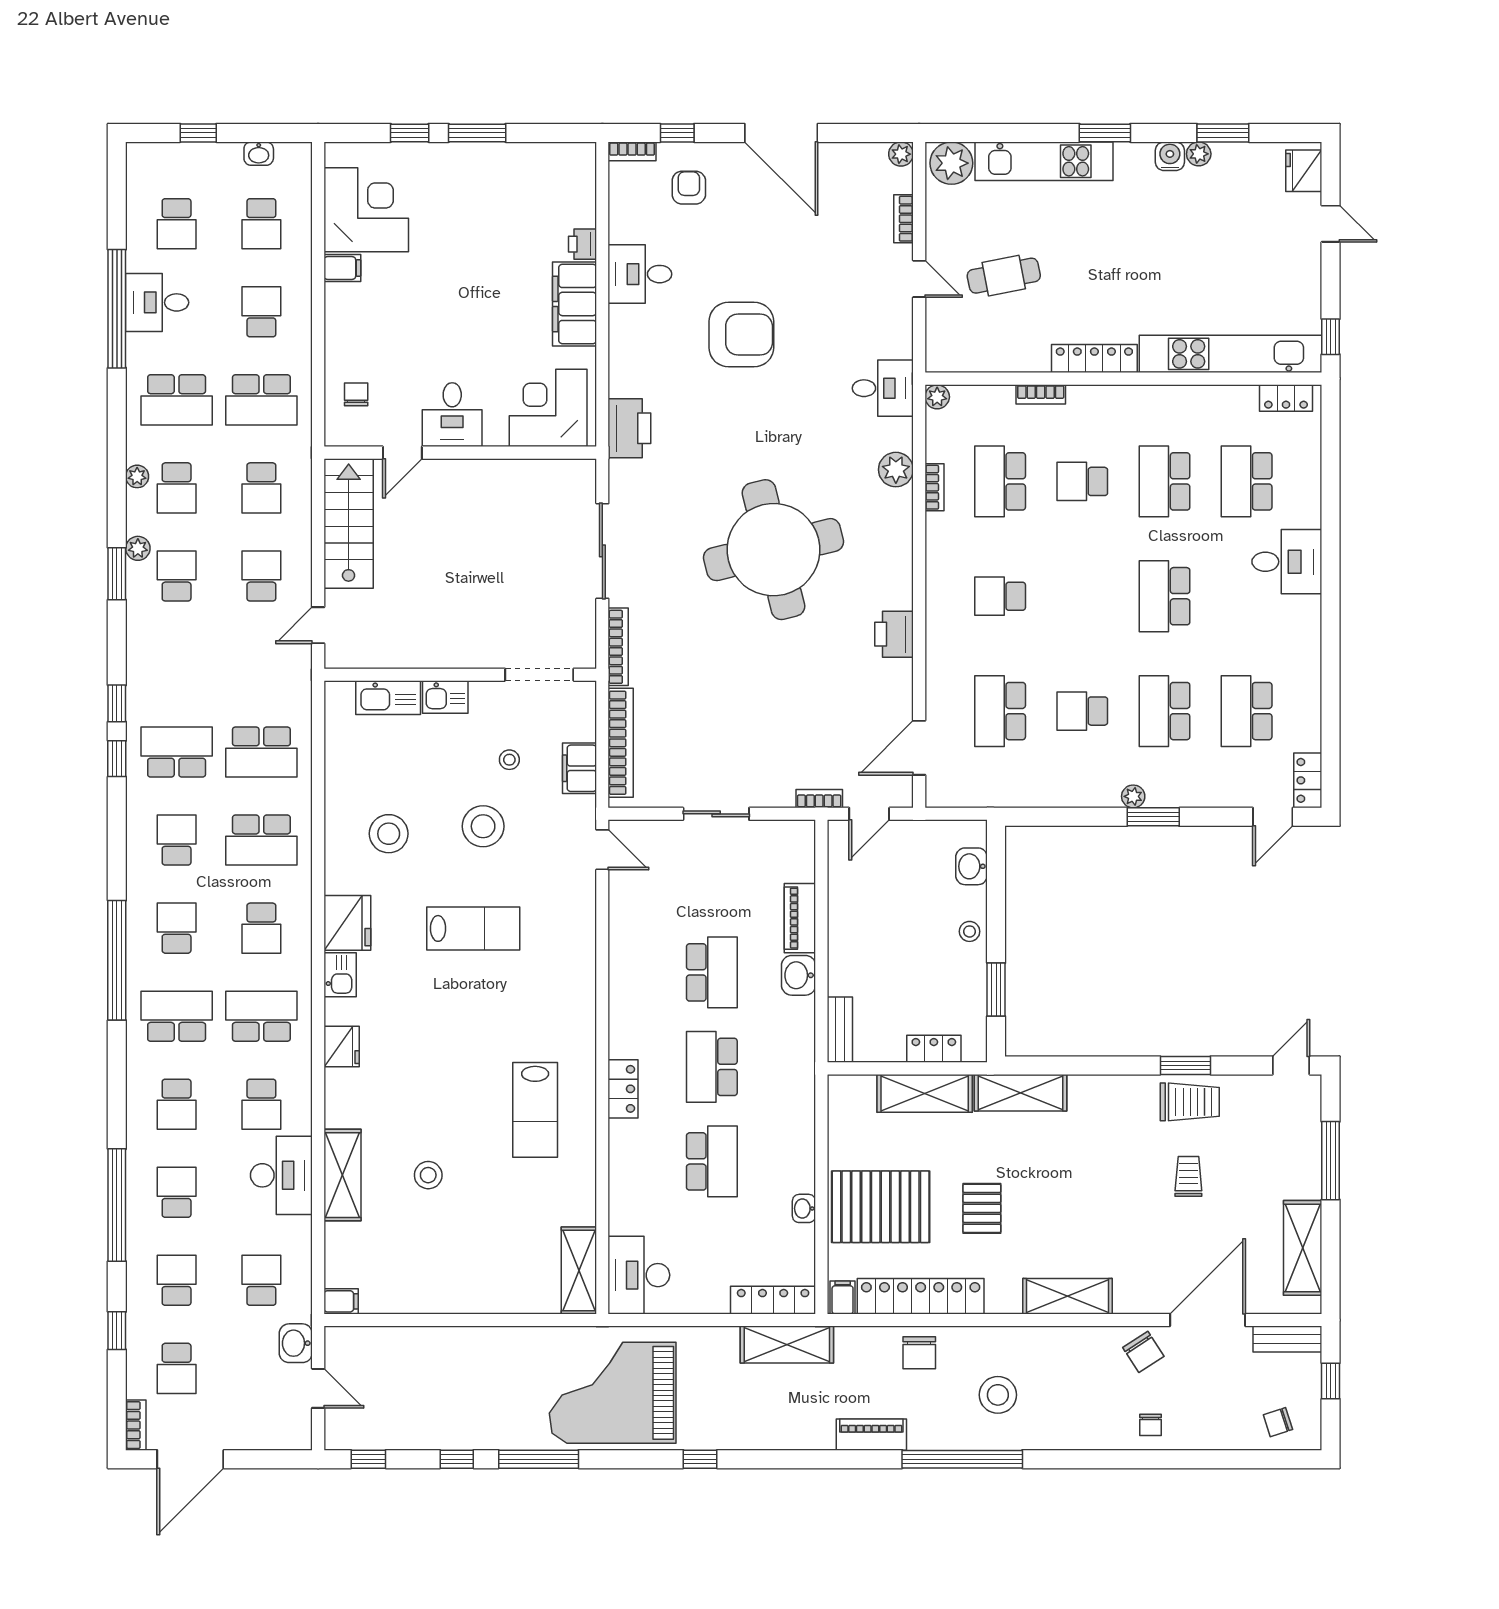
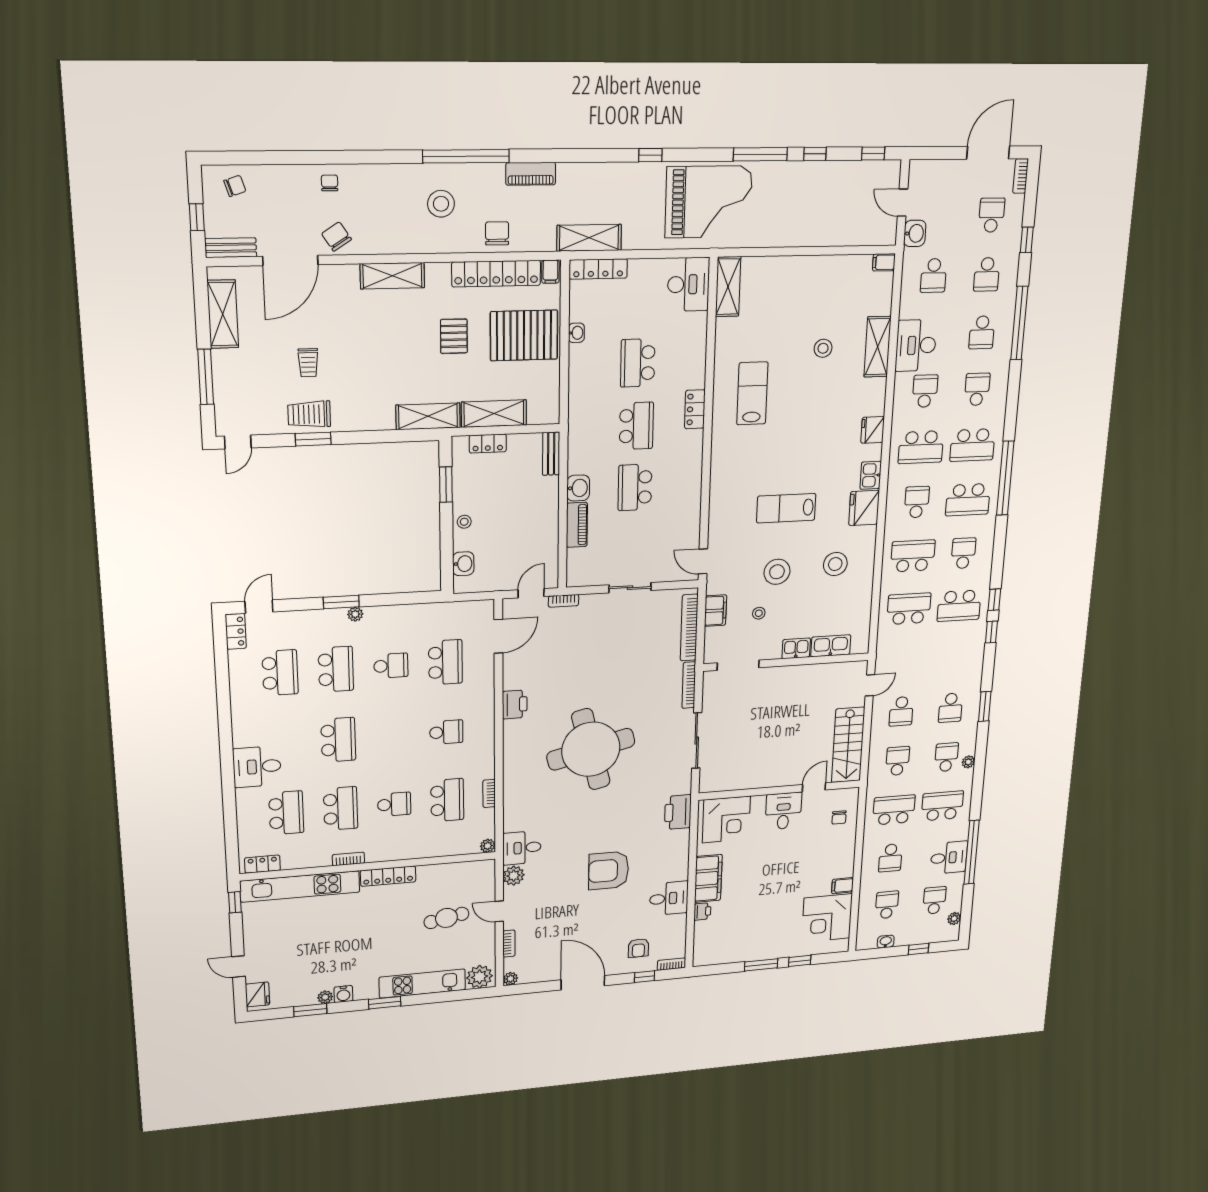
bookcase: (1041, 394) -> (348, 859), moved
plant: (896, 470) -> (514, 876), moved
plant: (138, 548) -> (954, 919), moved
school desk: (177, 840) -> (963, 553), turned 180
school desk: (177, 928) -> (968, 500), width x1.85

